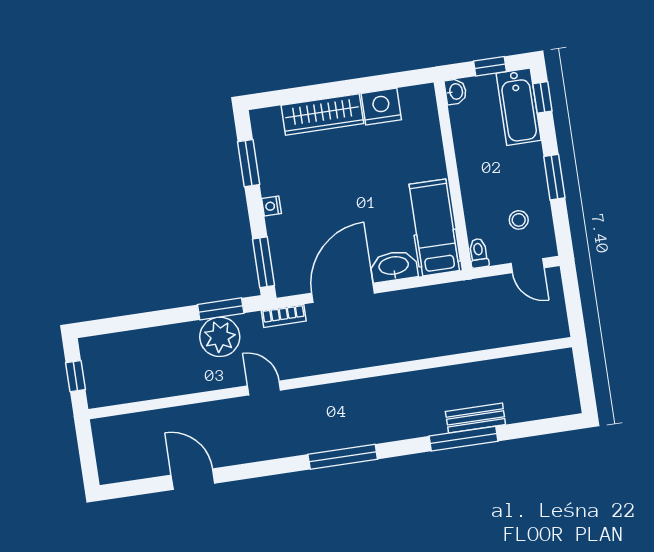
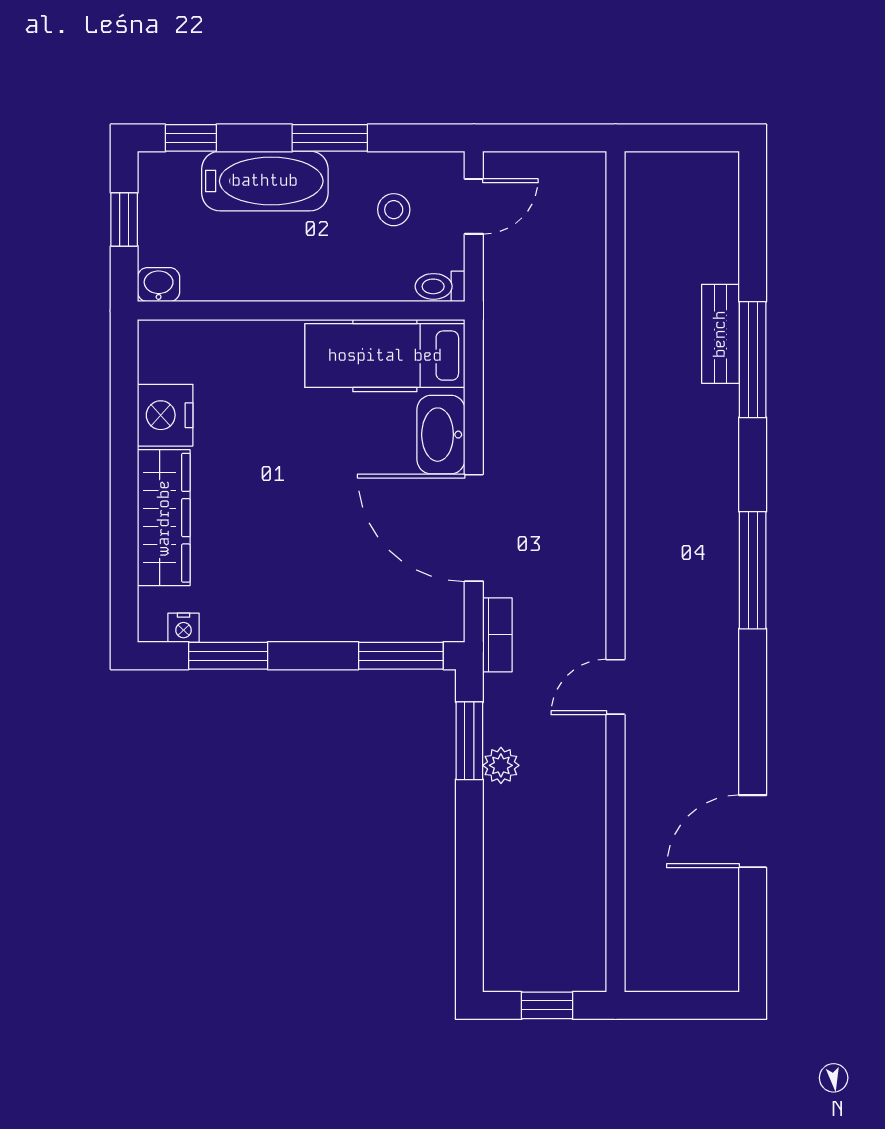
bathtub: (519, 107) -> (265, 181), moved
nightstand: (271, 206) -> (184, 628), moved
plant: (220, 337) -> (501, 765), width x0.53, depth x0.53

